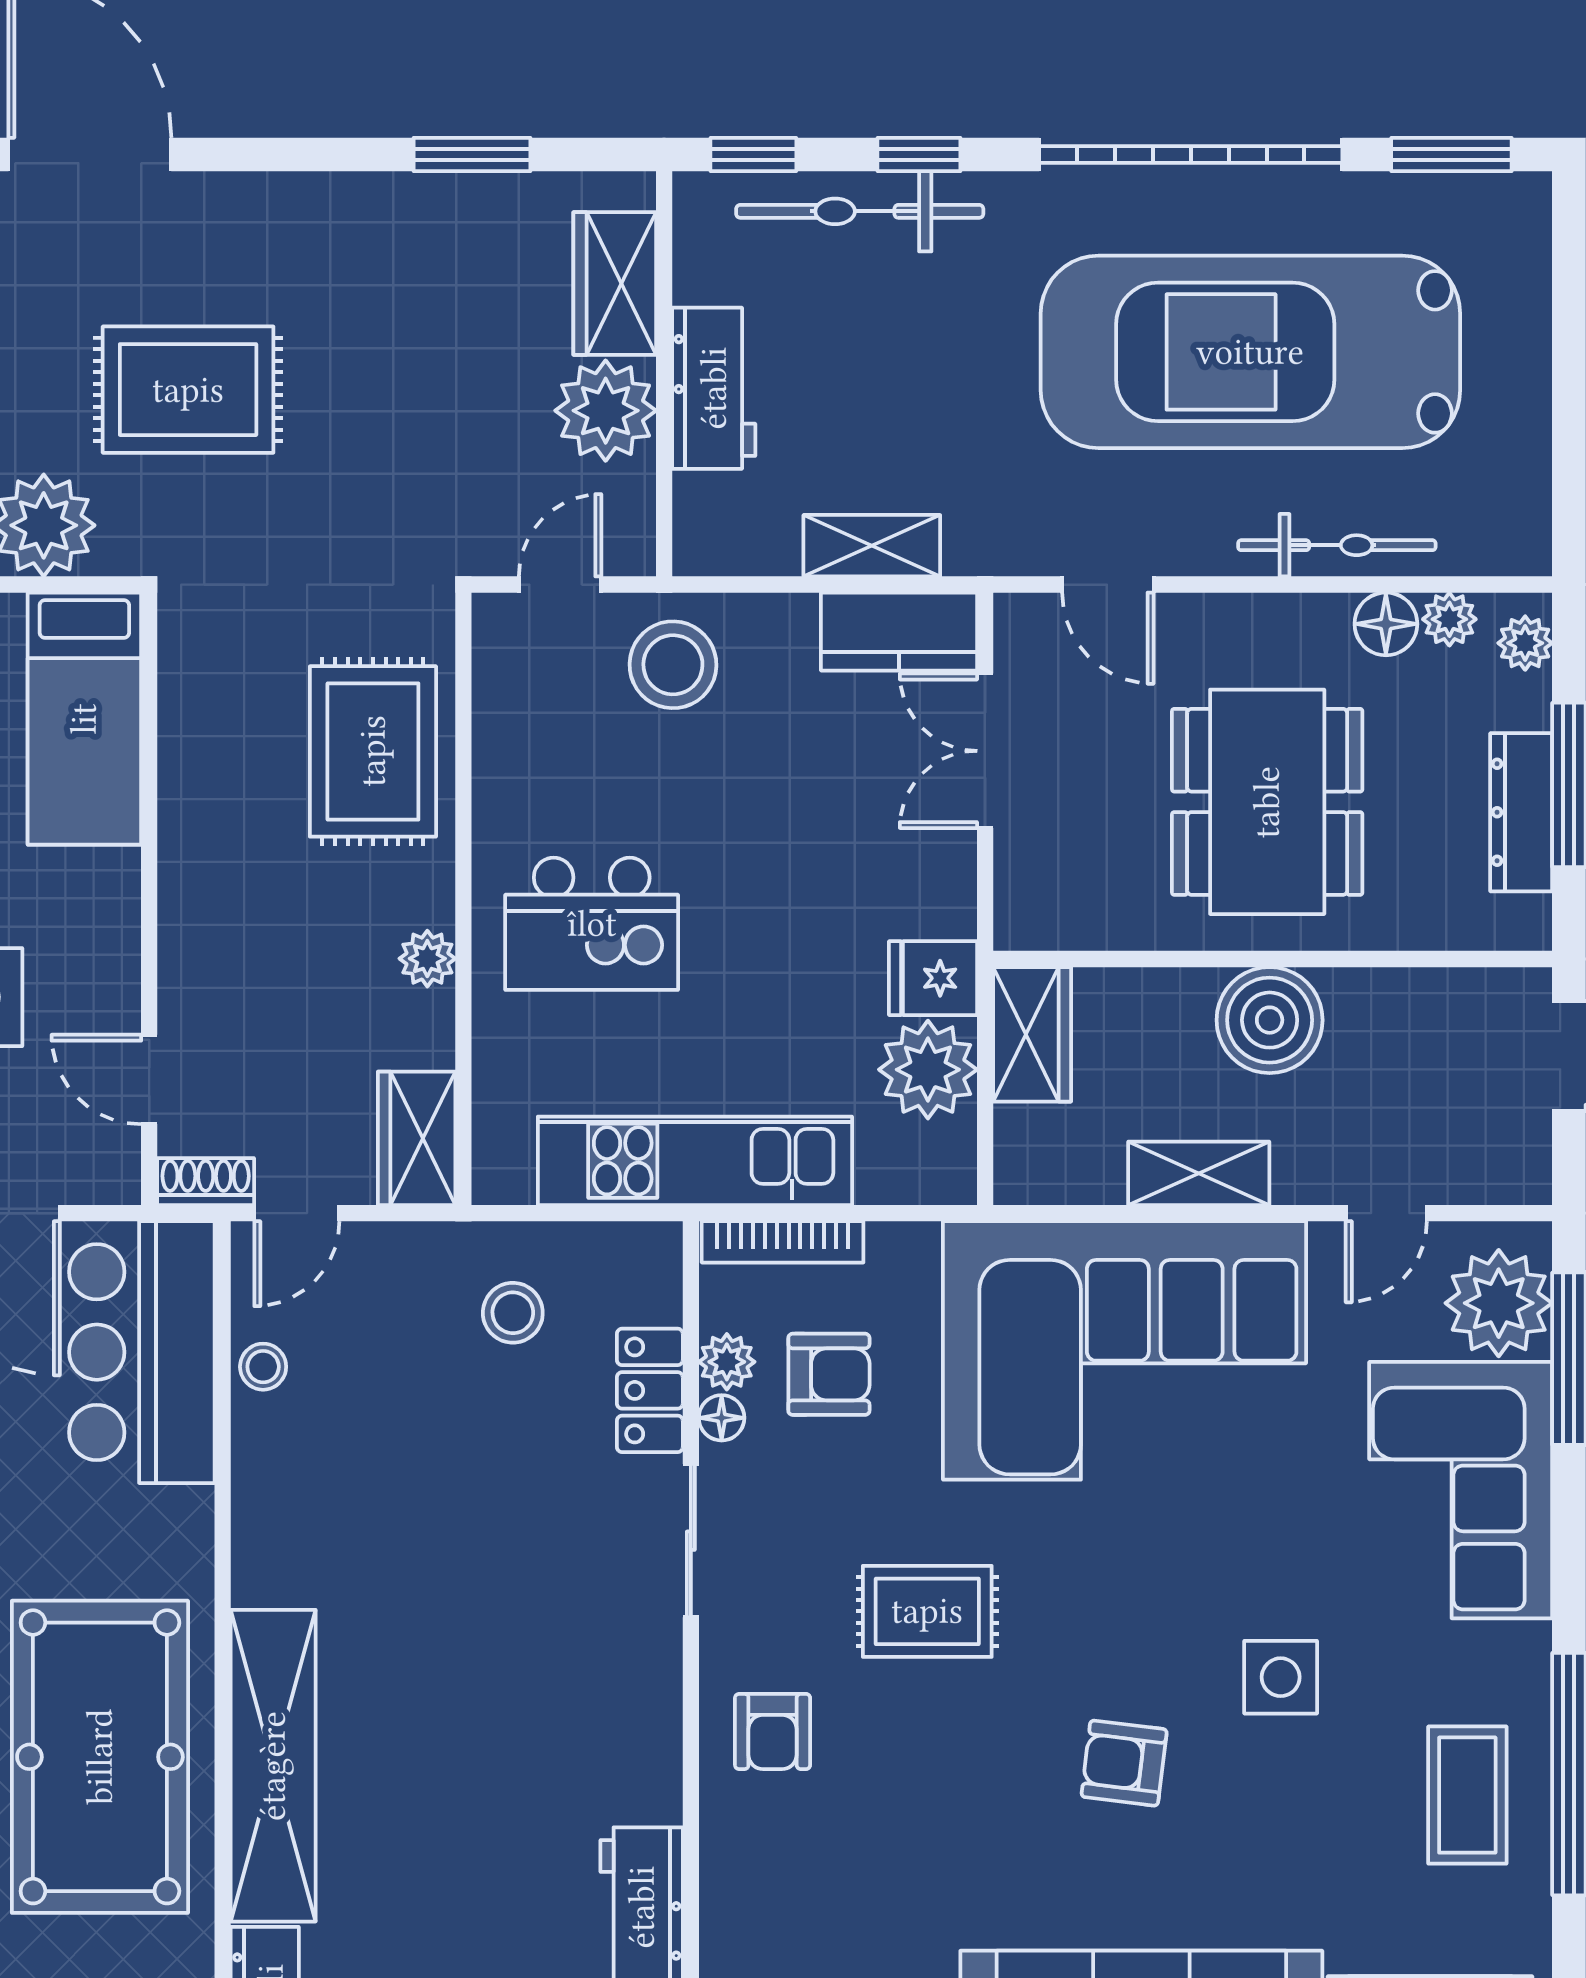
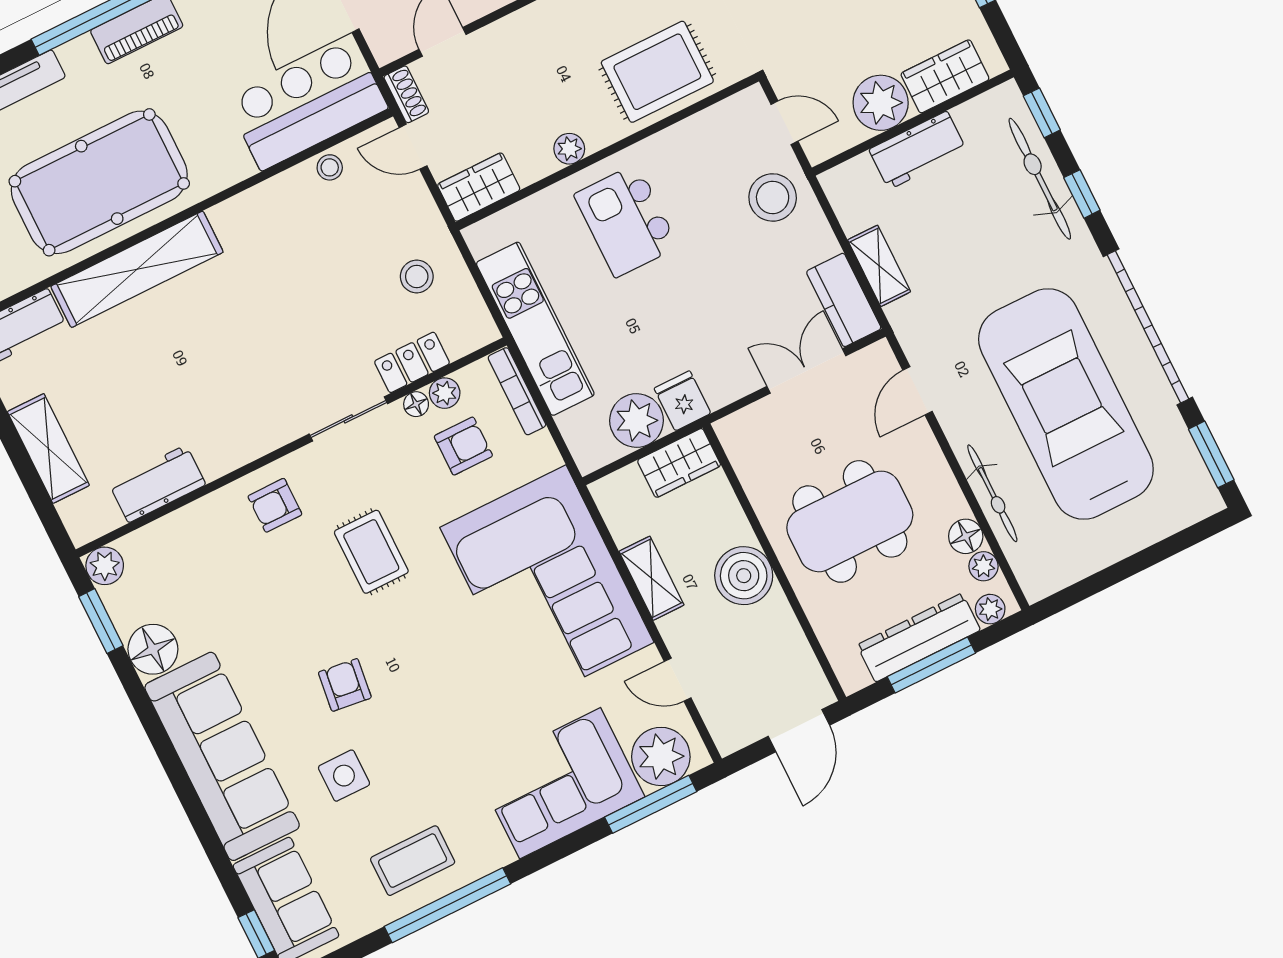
dresser: (1521, 812) -> (919, 638), width x1.37, depth x1.24
armchair: (829, 1374) -> (463, 446), turned -90
side table: (1281, 1677) -> (344, 776), moved

